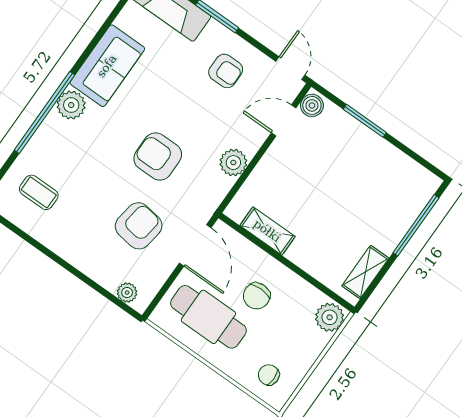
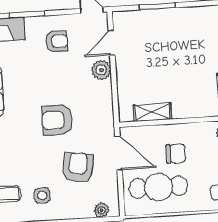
boiler: (312, 105) -> (121, 21), removed
plant: (233, 163) -> (101, 70), moved
side table: (76, 225) -> (42, 195), added
chair: (257, 296) -> (176, 153), turned -90

